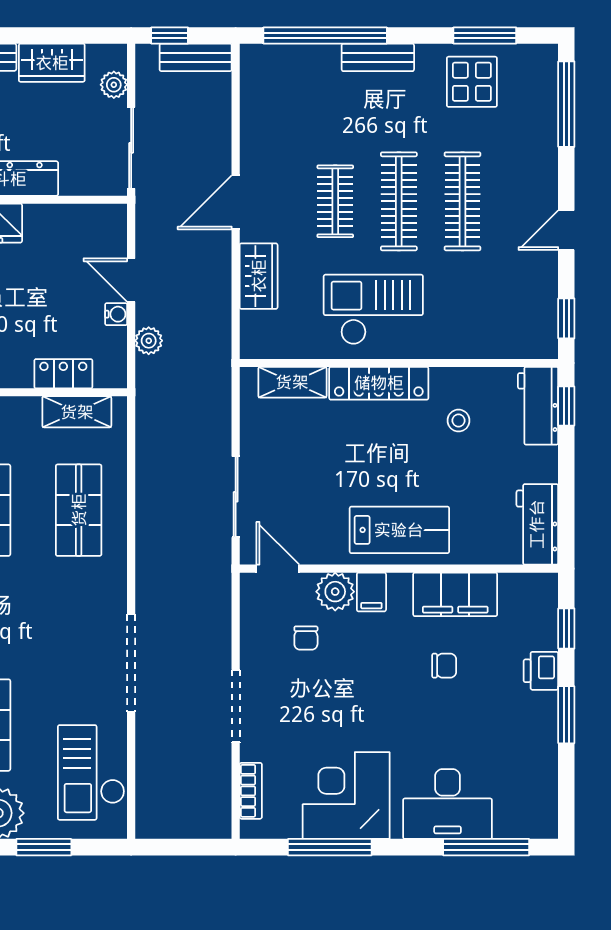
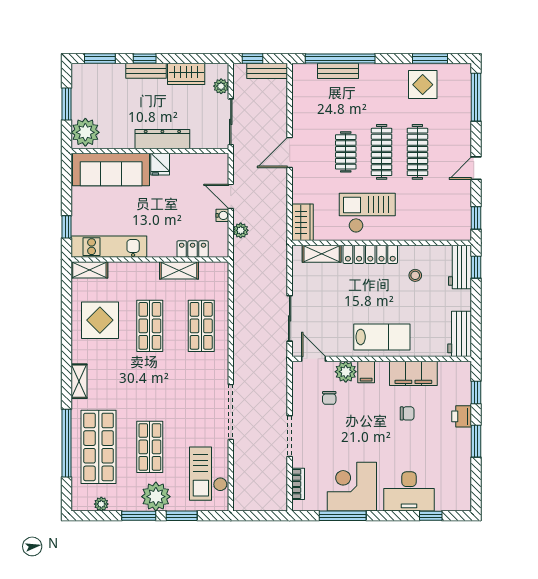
bench: (378, 57) -> (338, 71), moved
wardrobe: (259, 276) -> (303, 222), moved
shelving: (77, 412) -> (179, 270), moved
window: (486, 847) -> (431, 516), width x0.46

